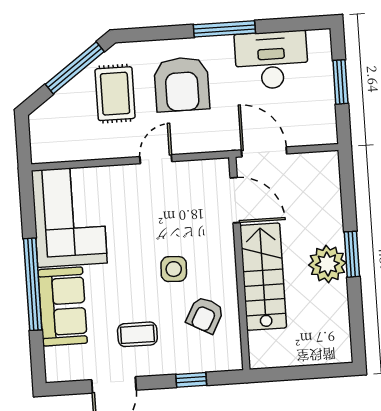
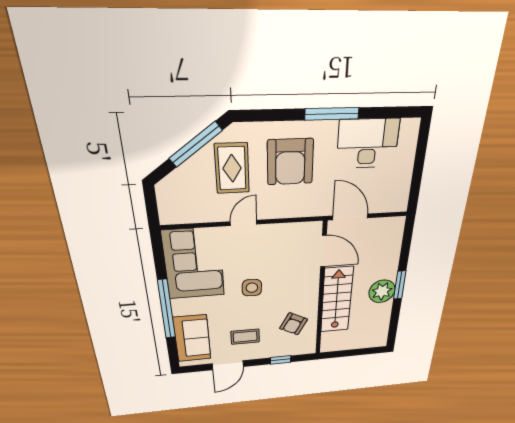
window: (340, 82) -> (419, 164), removed
door: (156, 159) -> (244, 223), moved
side table: (174, 269) -> (252, 288), moved
sofa: (63, 306) -> (192, 338), moved

